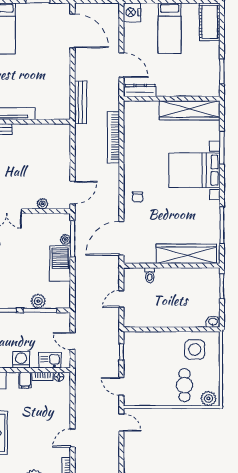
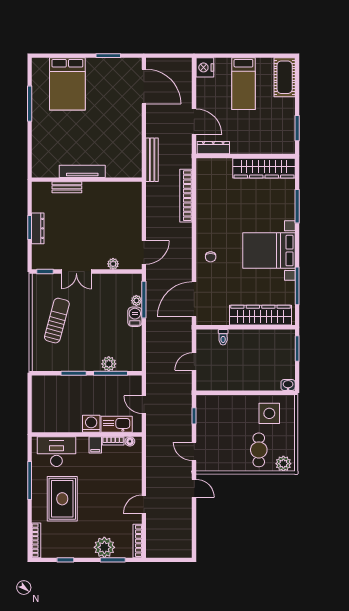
bed with nightstands: (194, 170) -> (269, 251), moved
barbecue: (60, 264) -> (135, 317), width x0.53, depth x0.65
kitchen sink: (50, 360) -> (117, 424), width x1.38

